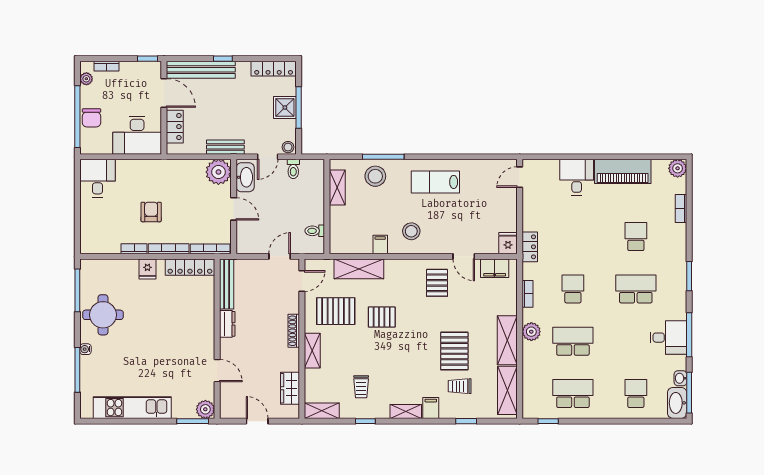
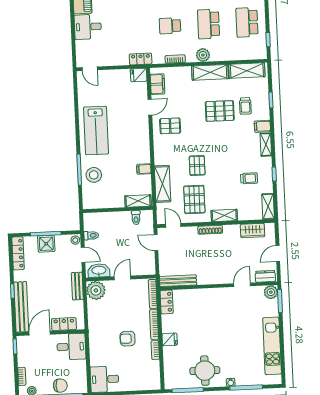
desk: (137, 135) -> (71, 347), width x0.73
lab bench: (435, 182) -> (96, 131), width x1.36, depth x1.39
shelving: (337, 188) -> (138, 201), moved
stool: (411, 231) -> (133, 147), removed
locker: (190, 267) -> (167, 302), width x0.66
dresser: (227, 324) -> (265, 276), moved

